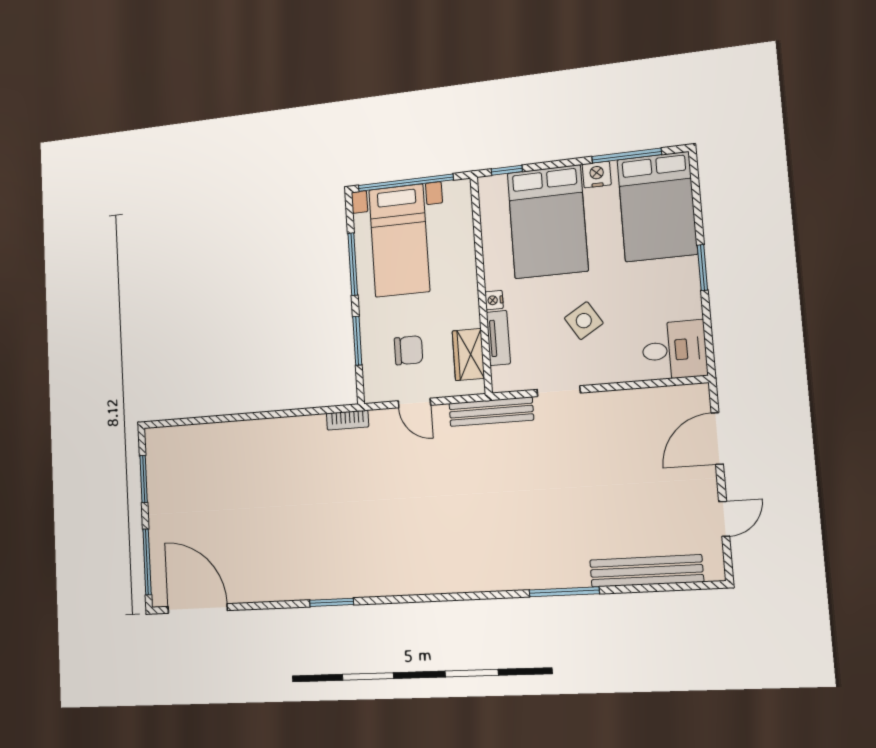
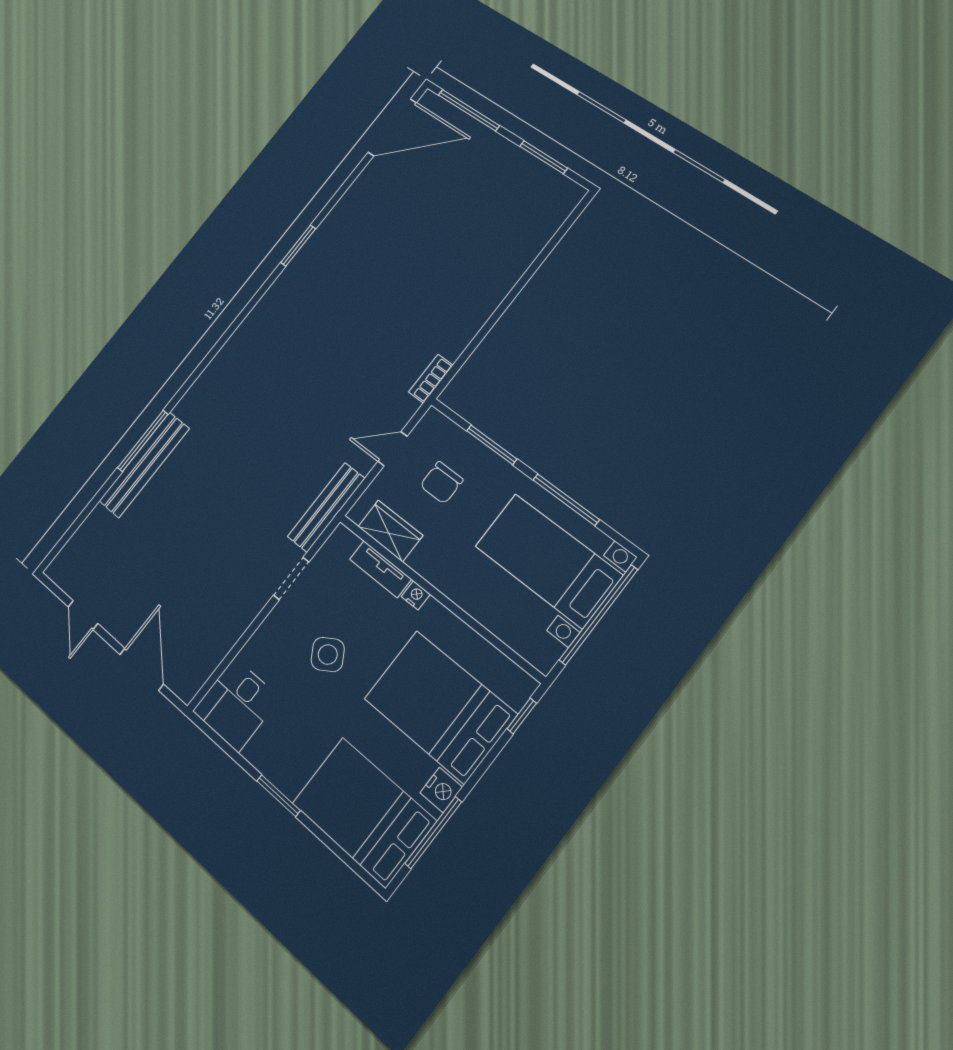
bench: (646, 571) -> (144, 465), moved

